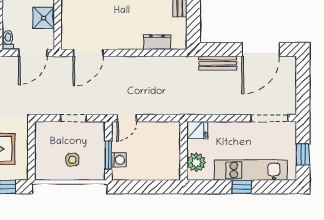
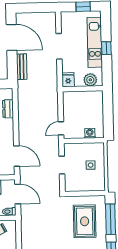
door: (127, 118) -> (61, 128), swing flipped
doorway: (269, 118) -> (59, 46), moved
window: (108, 155) -> (87, 140), removed

